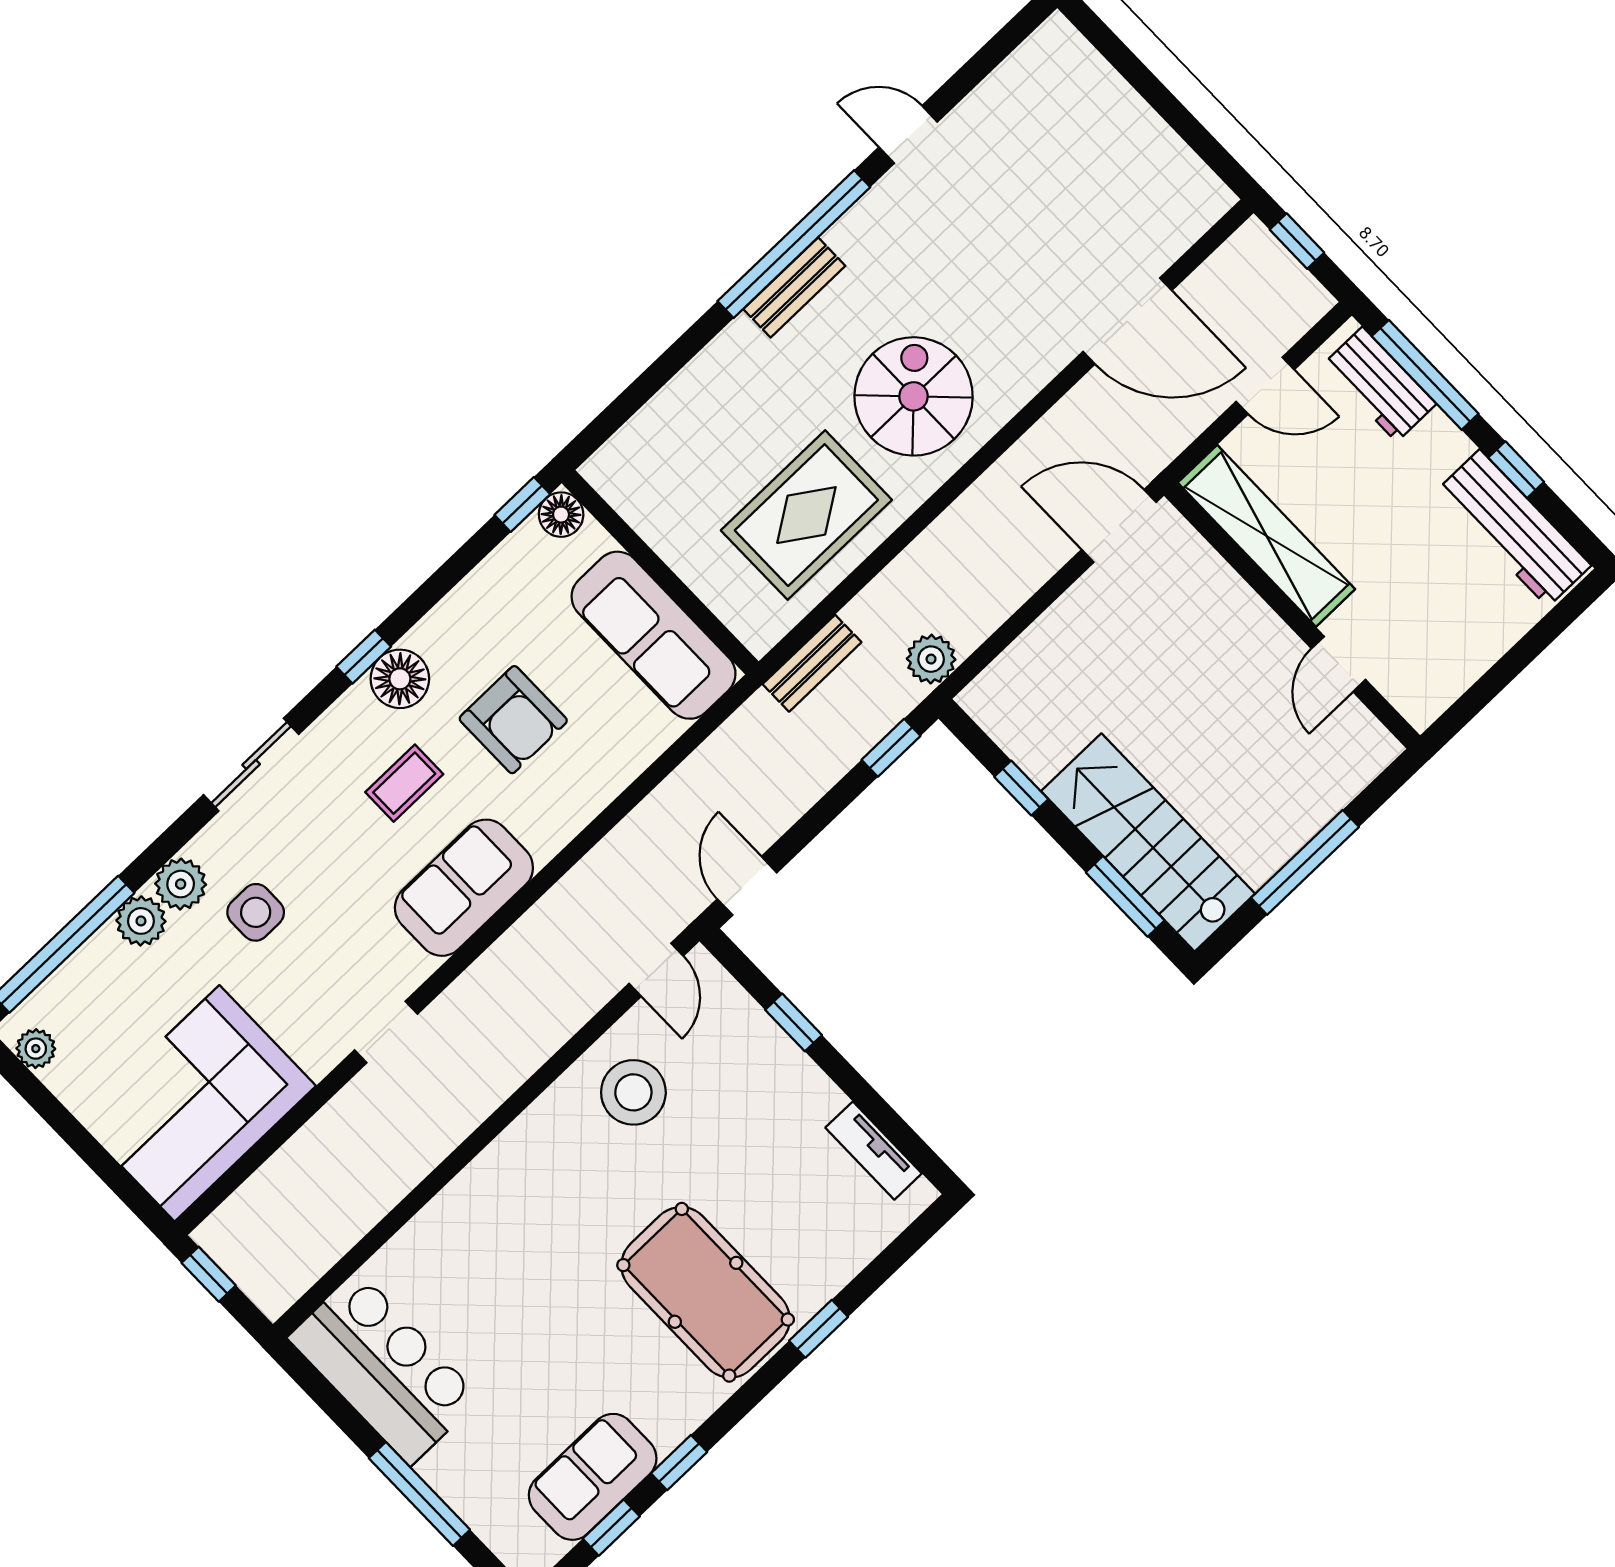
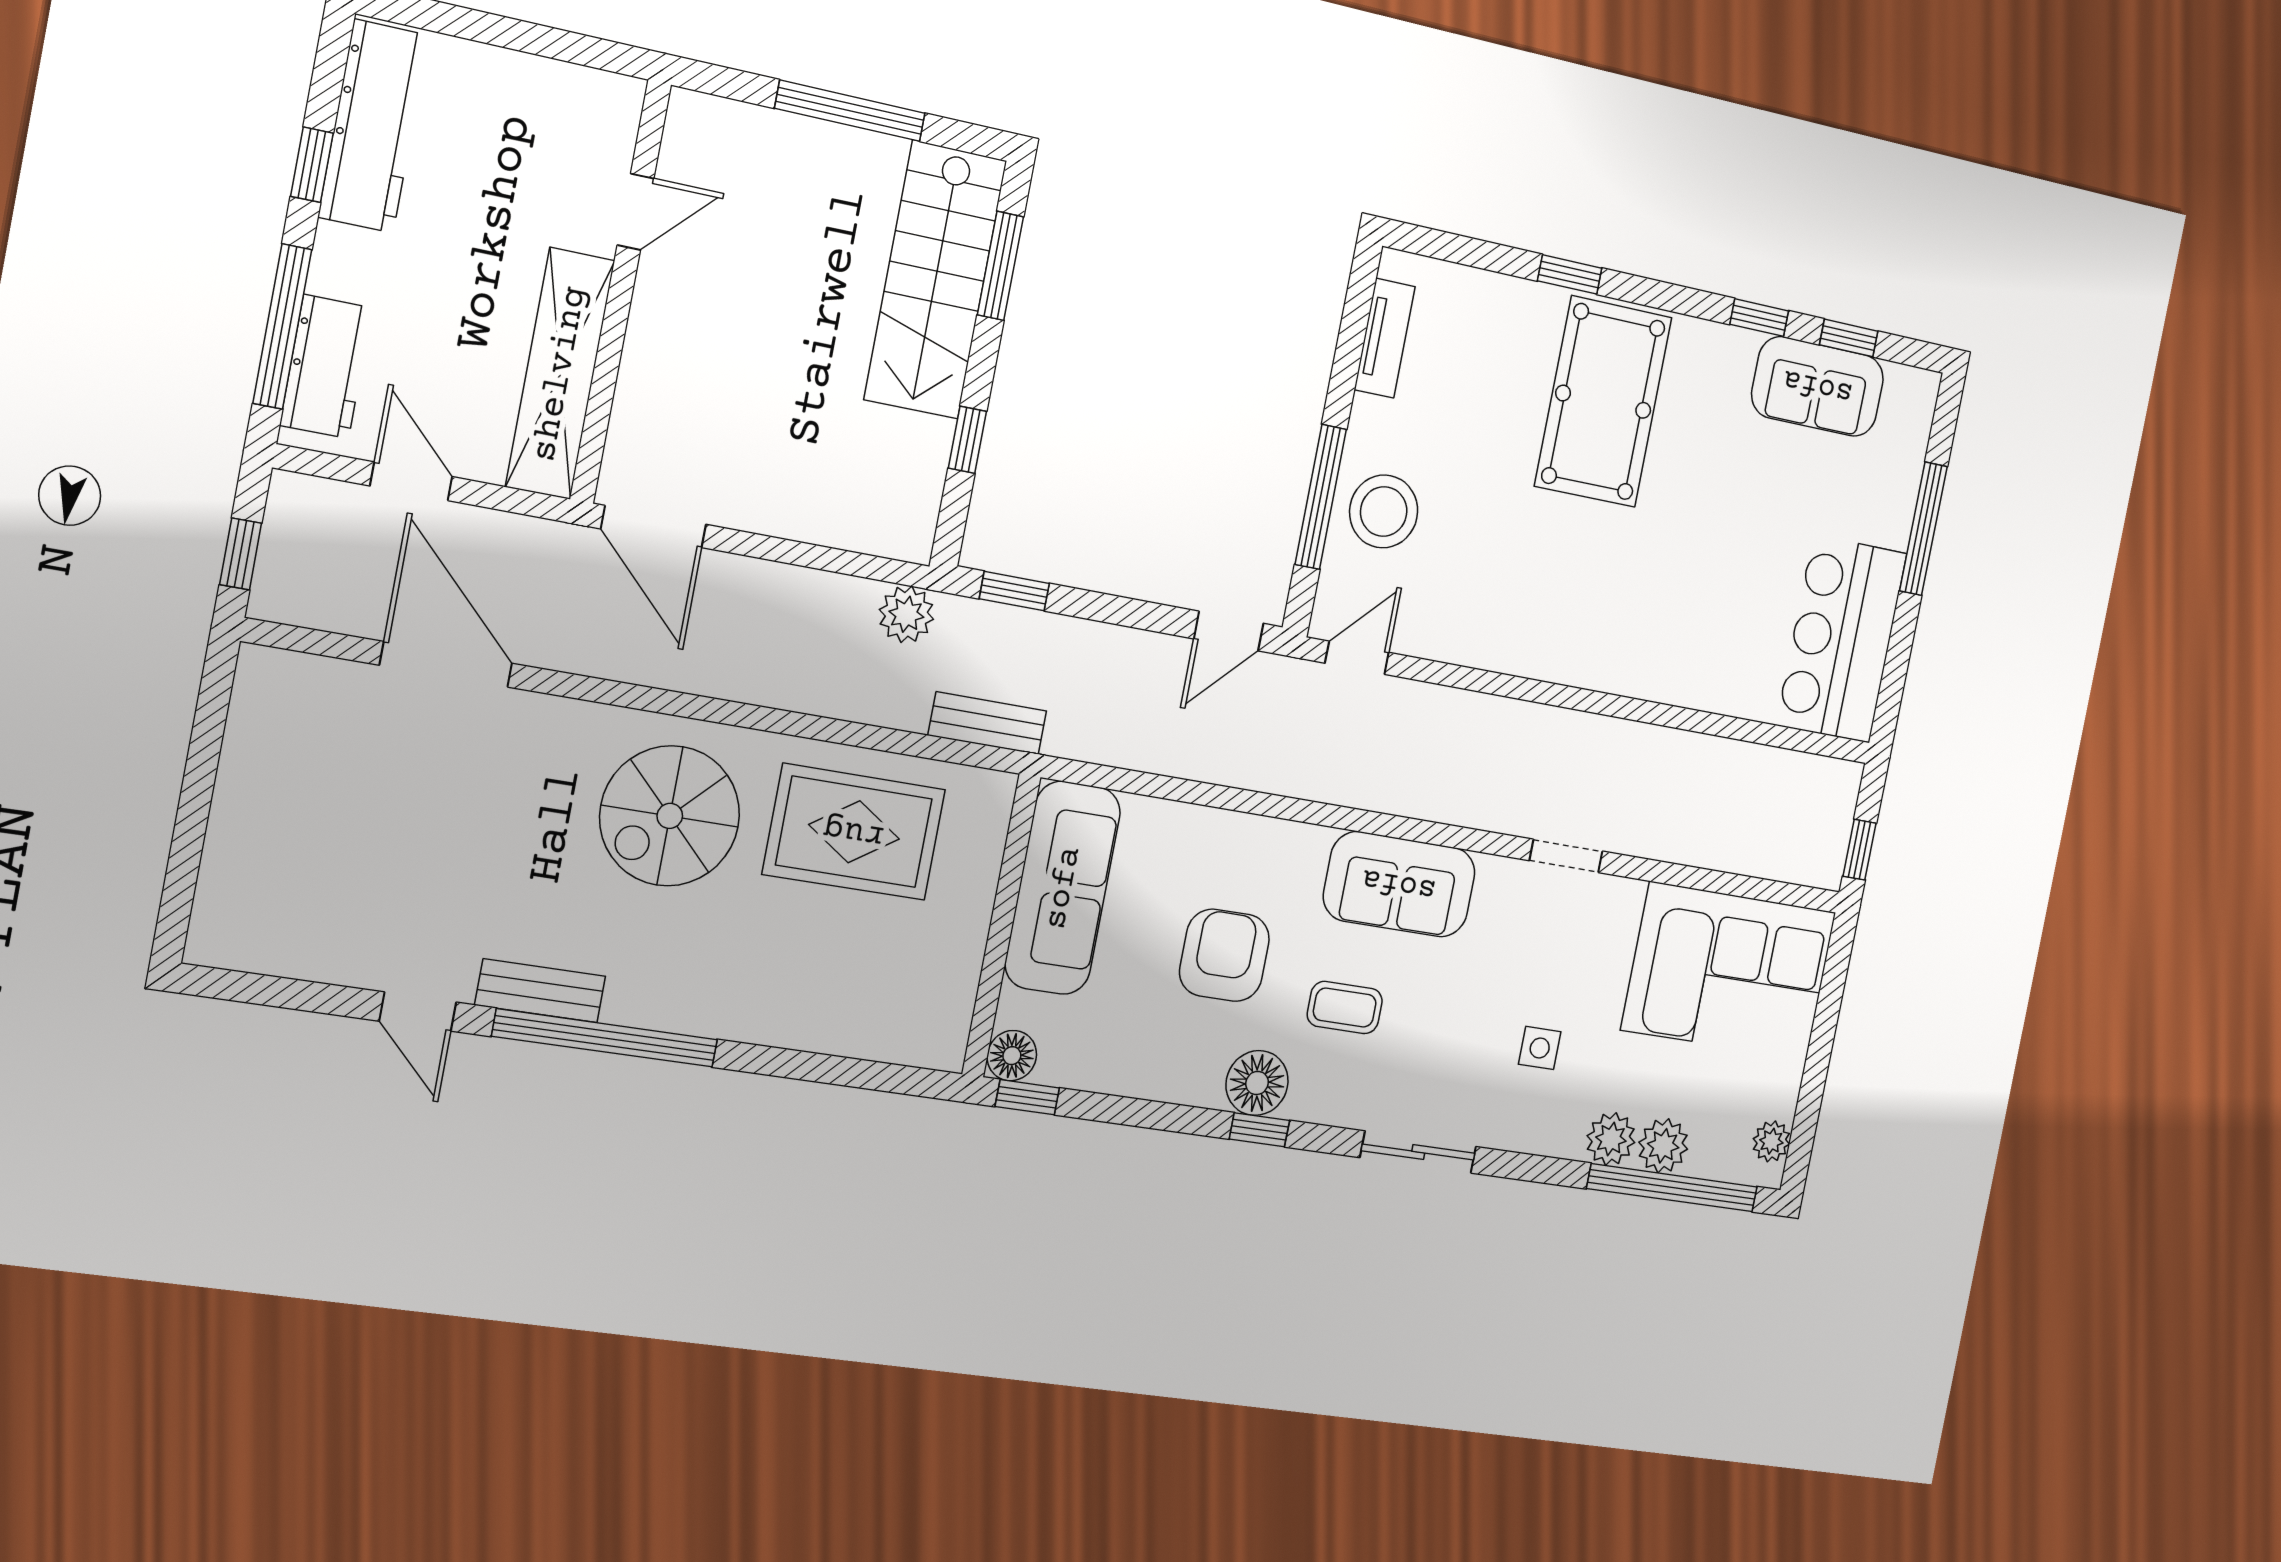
bench: (794, 287) -> (540, 991), moved
plant: (181, 884) -> (1663, 1146), moved
side table: (256, 912) -> (1540, 1048), width x0.73, depth x0.73
window: (794, 1022) -> (1321, 497), width x2.17
stool: (633, 1092) -> (1384, 511), moved

